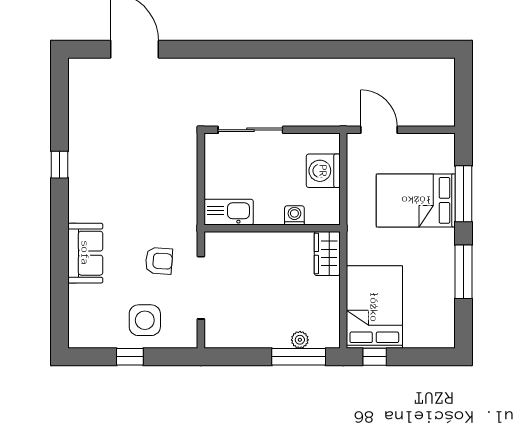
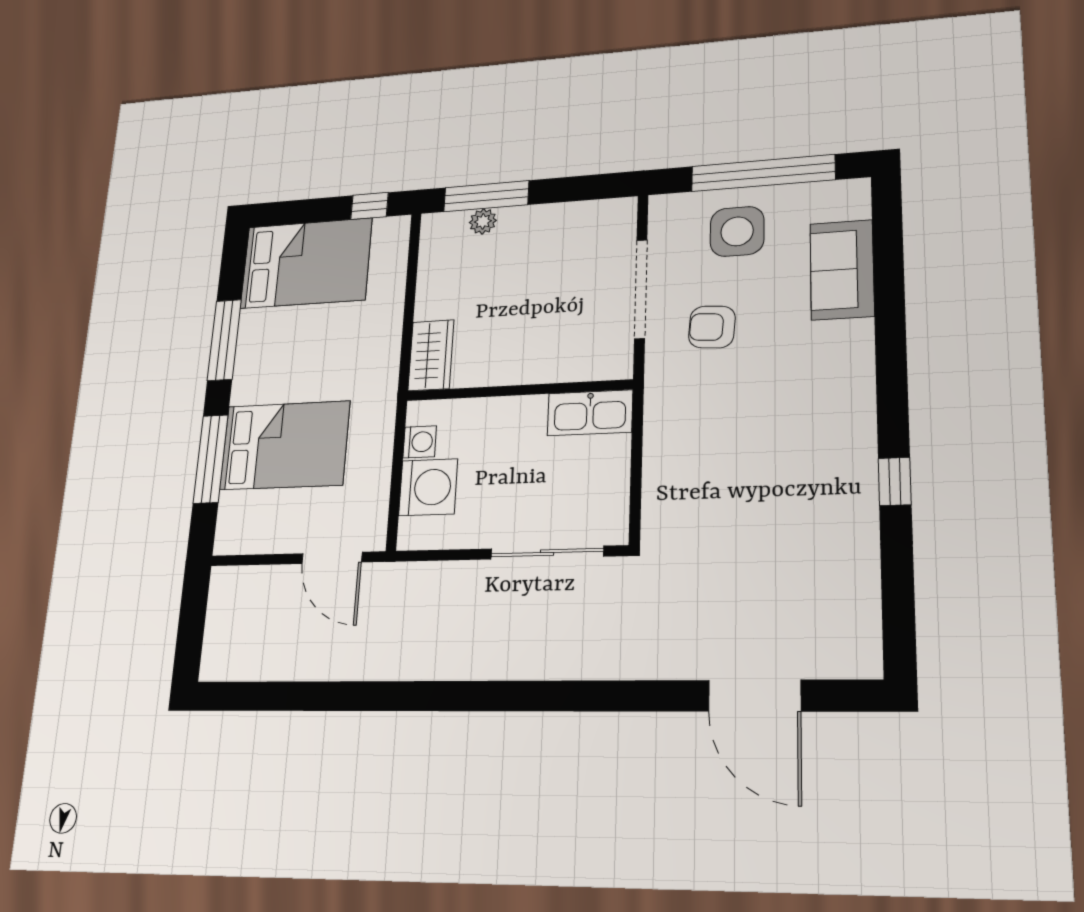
washing machine: (294, 215) -> (420, 442), moved, turned -90
sofa: (85, 253) -> (842, 270), moved
bed: (374, 307) -> (306, 263), moved, turned -90
window: (130, 357) -> (763, 173), width x3.17

